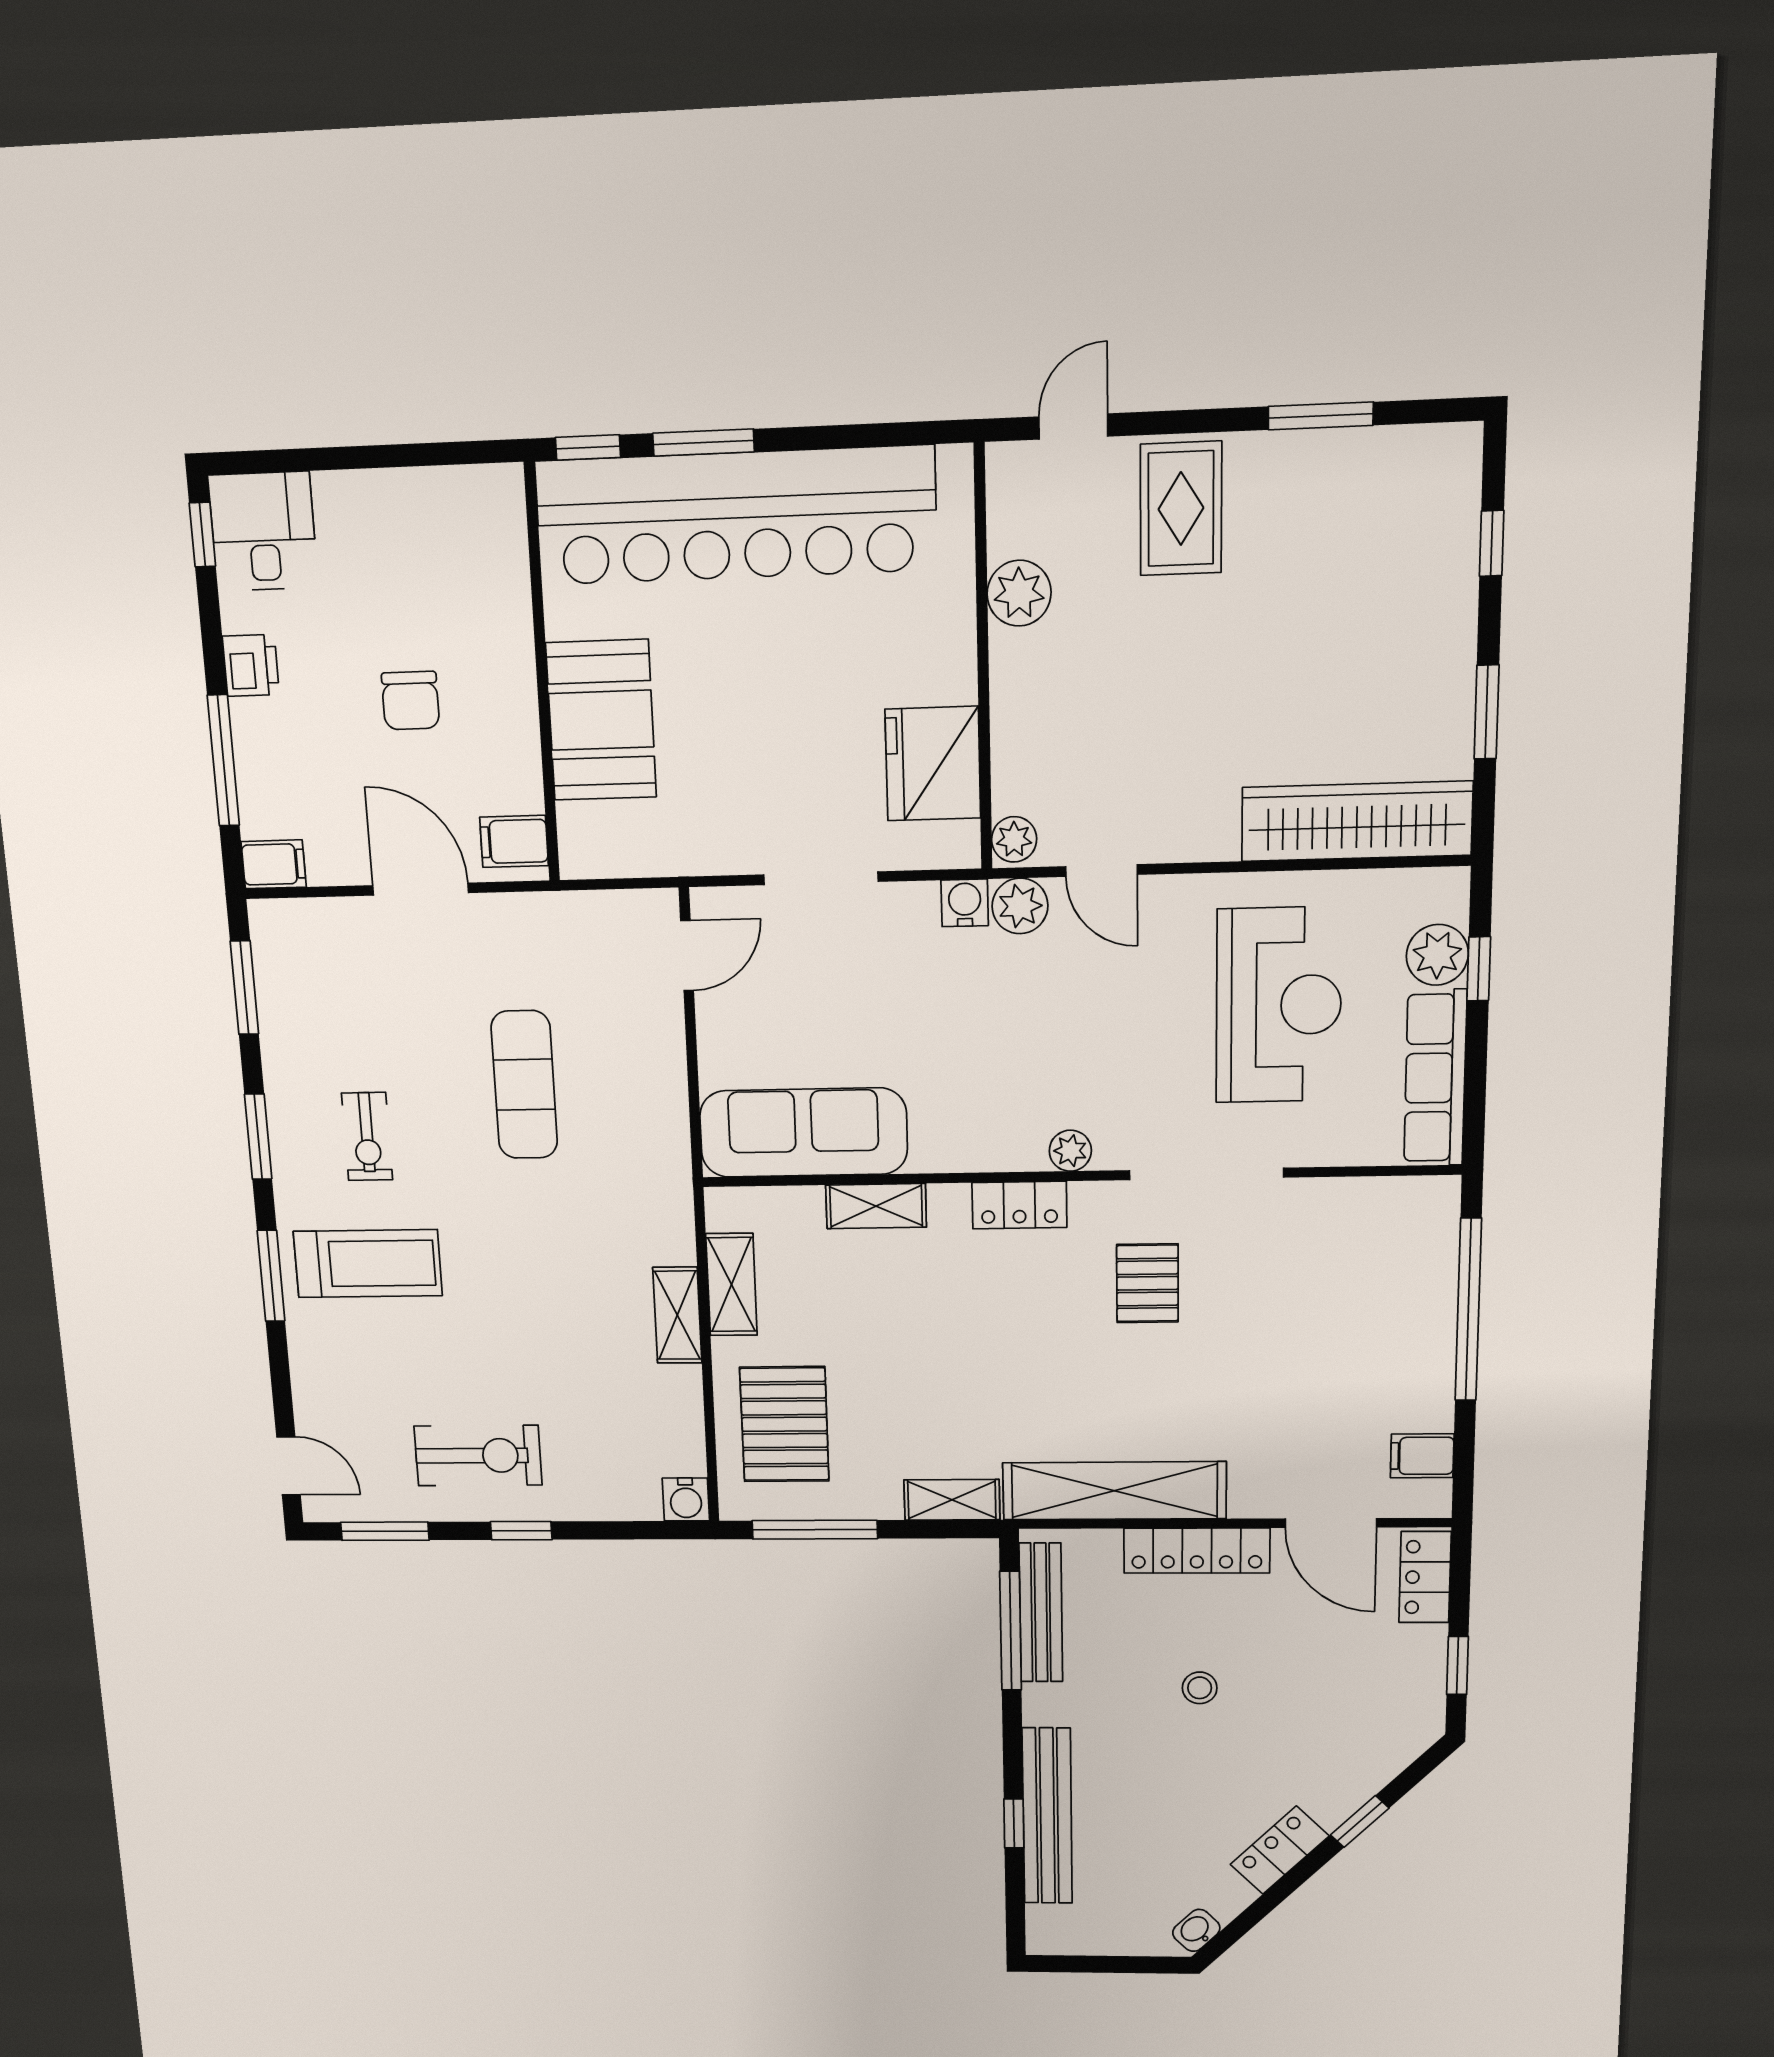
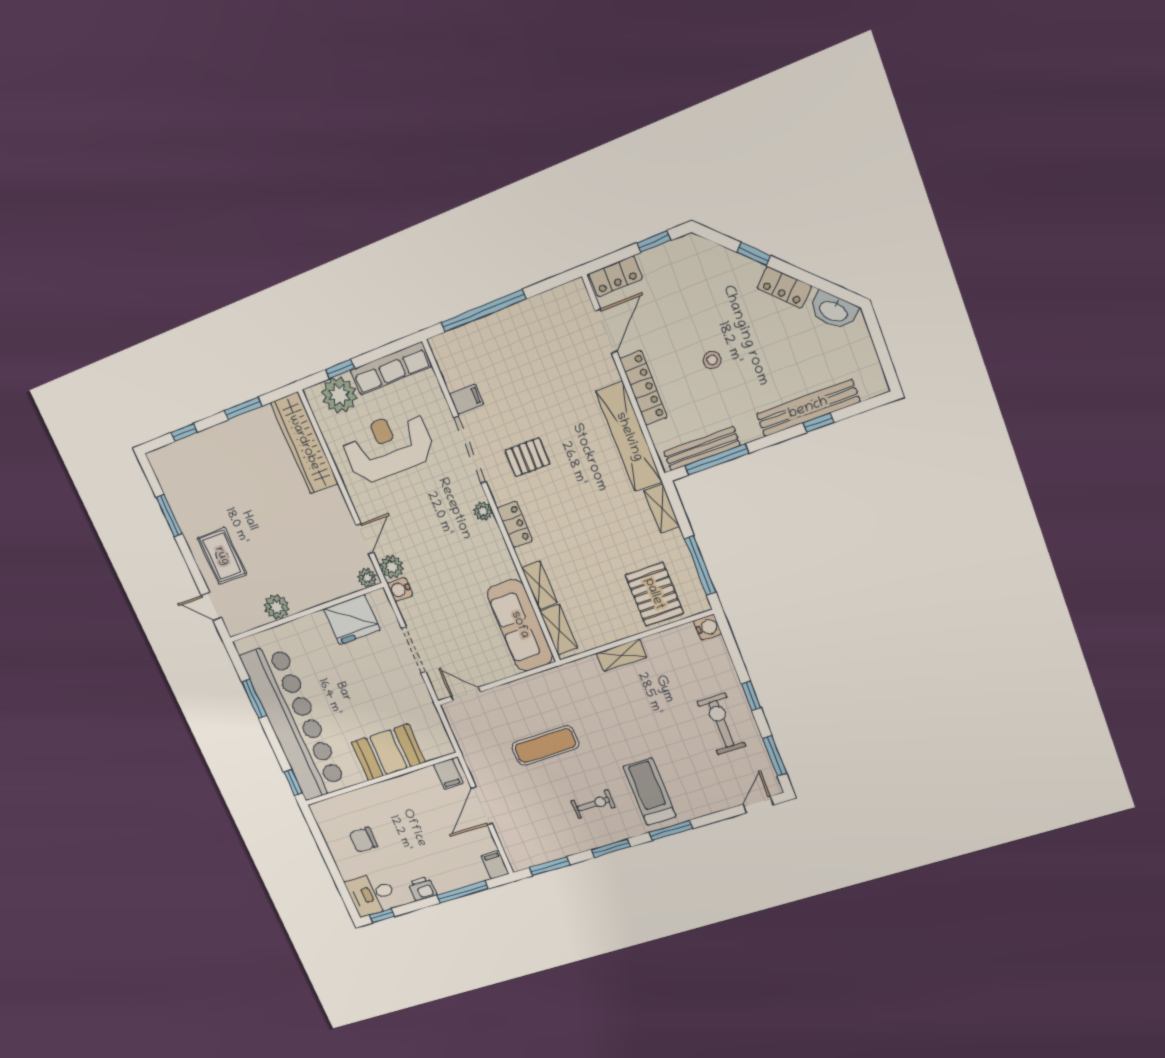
window: (703, 442) -> (254, 698), moved
rug: (1181, 509) -> (222, 556), turned 90
chair: (411, 701) -> (363, 840), moved, turned 180
plant: (1437, 955) -> (339, 395), width x1.36, depth x1.36
shelving: (731, 1285) -> (559, 630), moved, turned 90
pallet: (784, 1424) -> (654, 594), turned 90
filing cabinet: (1422, 1456) -> (466, 399), moved, turned -90
washbasin: (1196, 1930) -> (833, 311), width x1.91, depth x1.45

